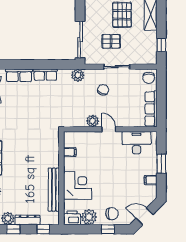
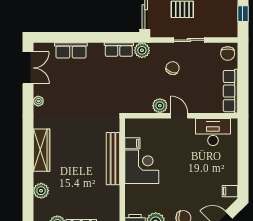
row of seats: (45, 75) -> (119, 50), moved
window: (161, 164) -> (243, 157), removed
filing cabinet: (151, 180) -> (230, 191), moved
corner desk: (78, 185) -> (142, 167), moved
bench: (54, 190) -> (113, 159), moved

